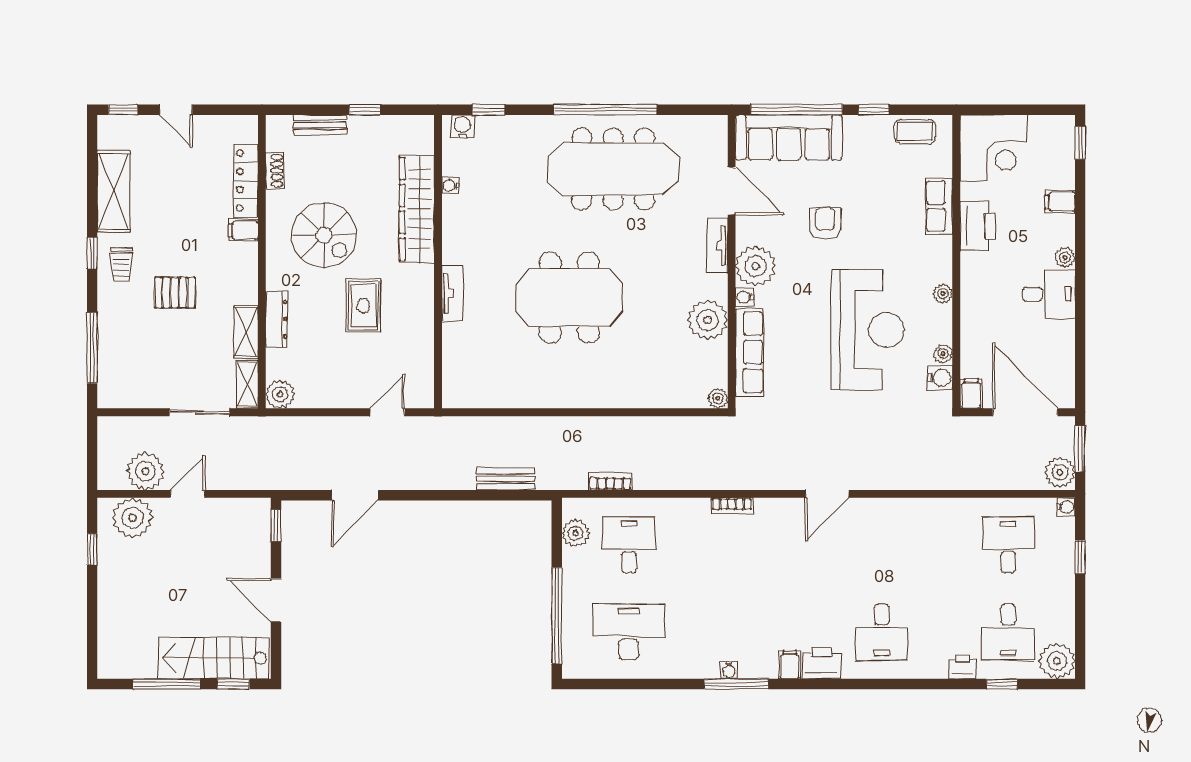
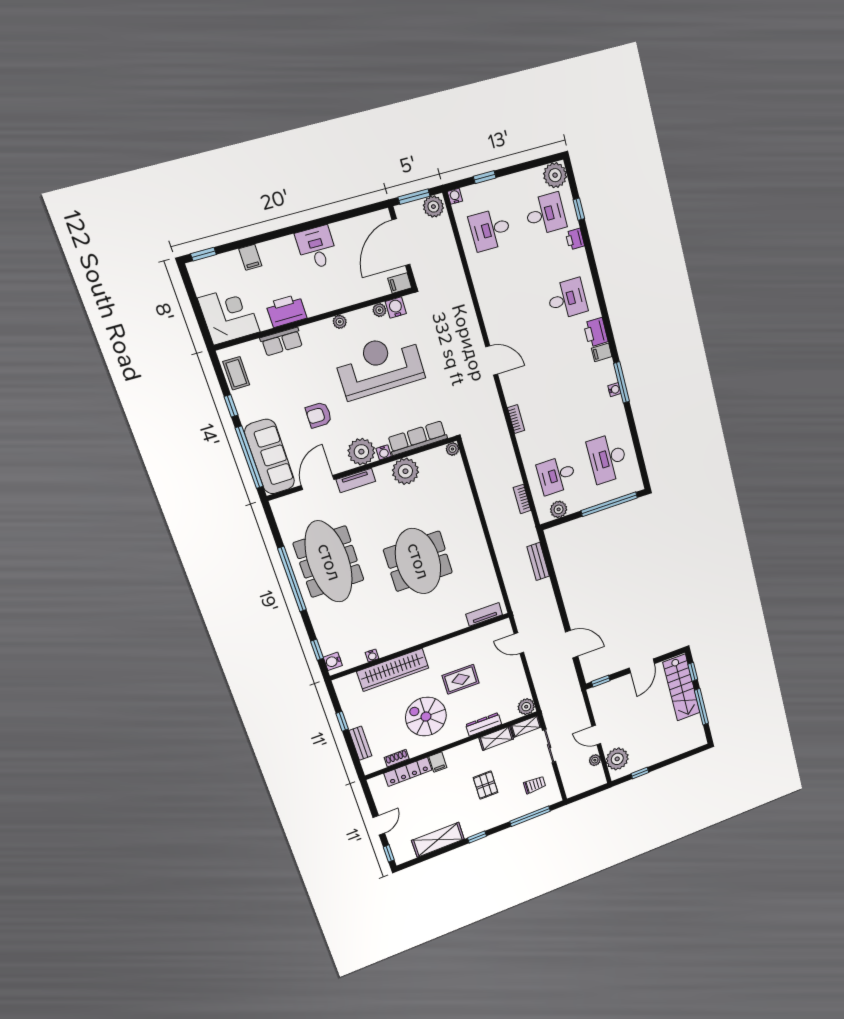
spiral stairs: (324, 235) -> (426, 717), turned -90
plant: (1065, 258) -> (288, 243), removed
trolley: (121, 265) -> (535, 785), moved
tv unit: (453, 294) -> (484, 614), moved
plant: (145, 471) -> (595, 760), width x0.53, depth x0.53

